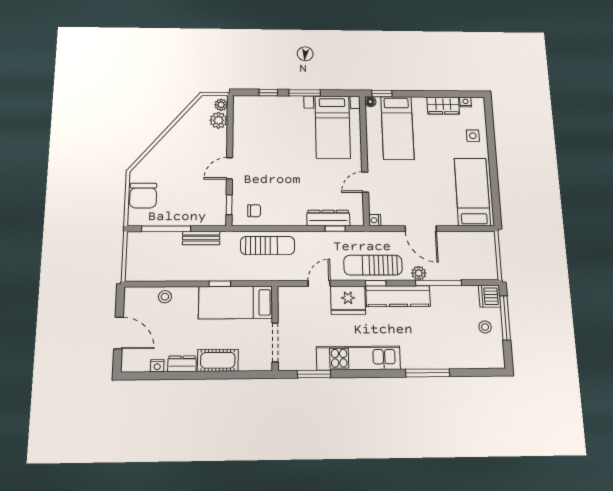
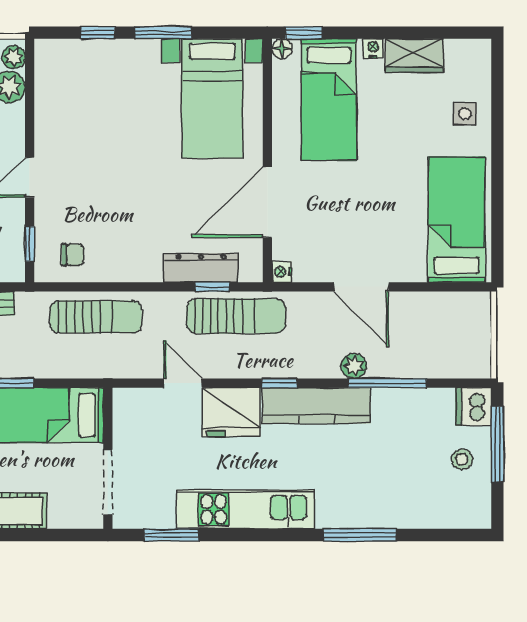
nightstand: (465, 102) -> (373, 48), moved
door: (365, 182) -> (267, 202), width x1.87
sun lounger: (373, 265) -> (236, 316), moved, turned 180
door: (319, 283) -> (183, 383), hinge flipped

